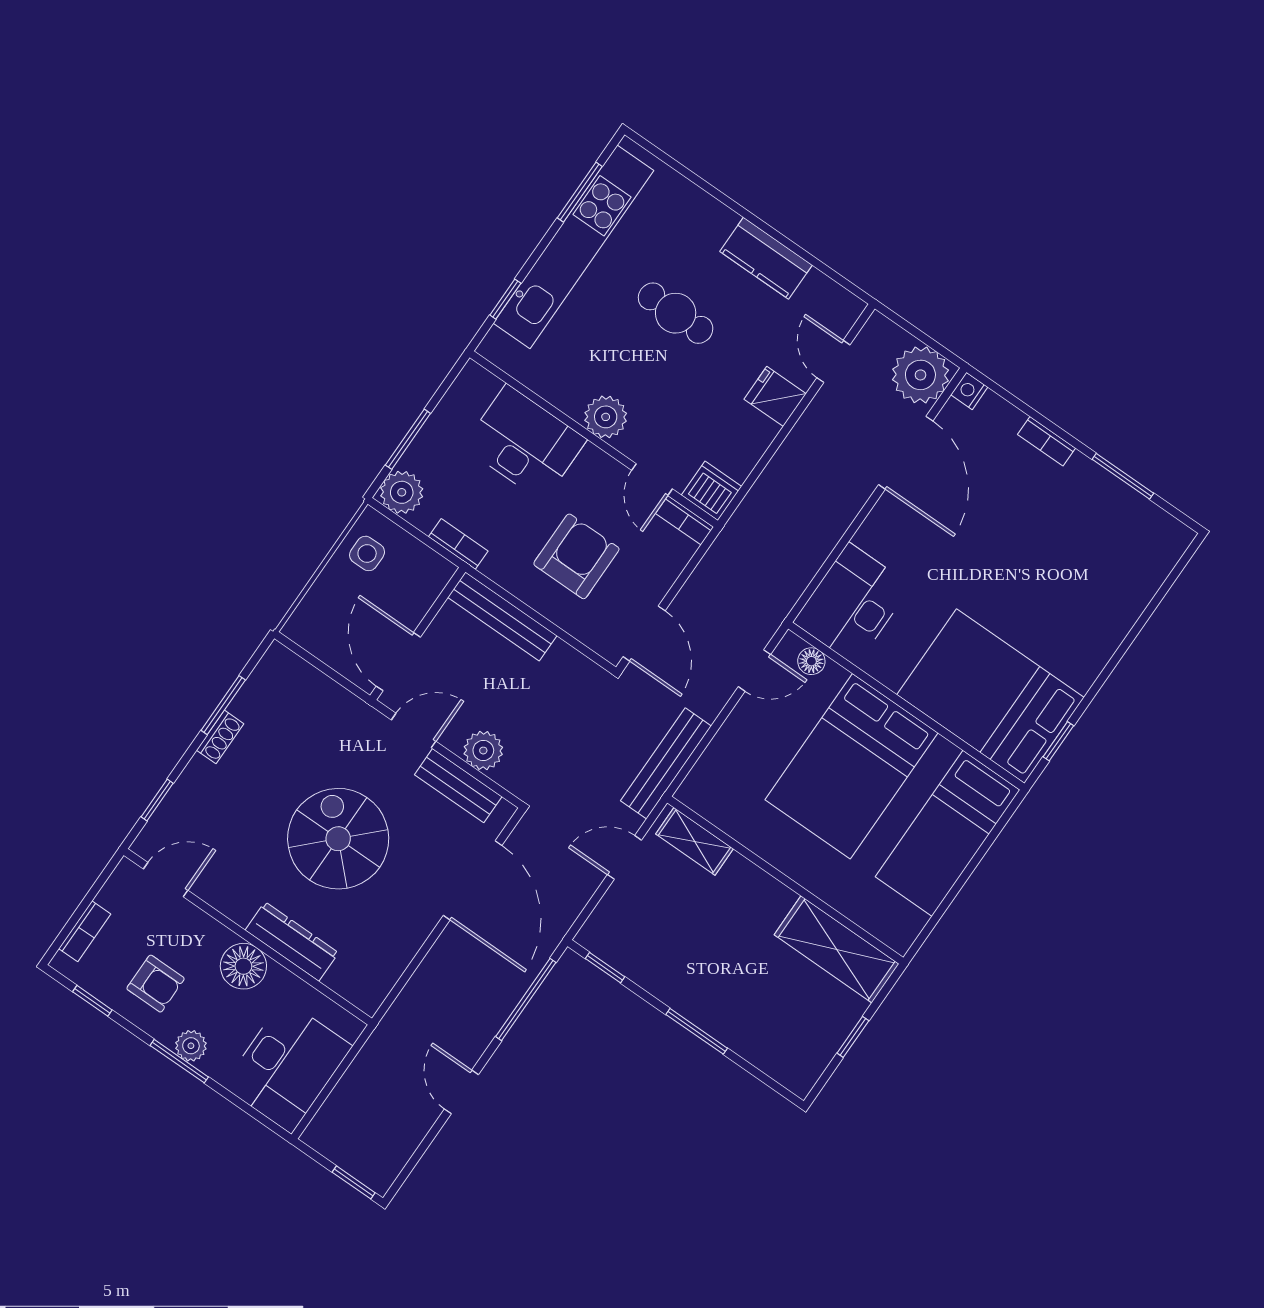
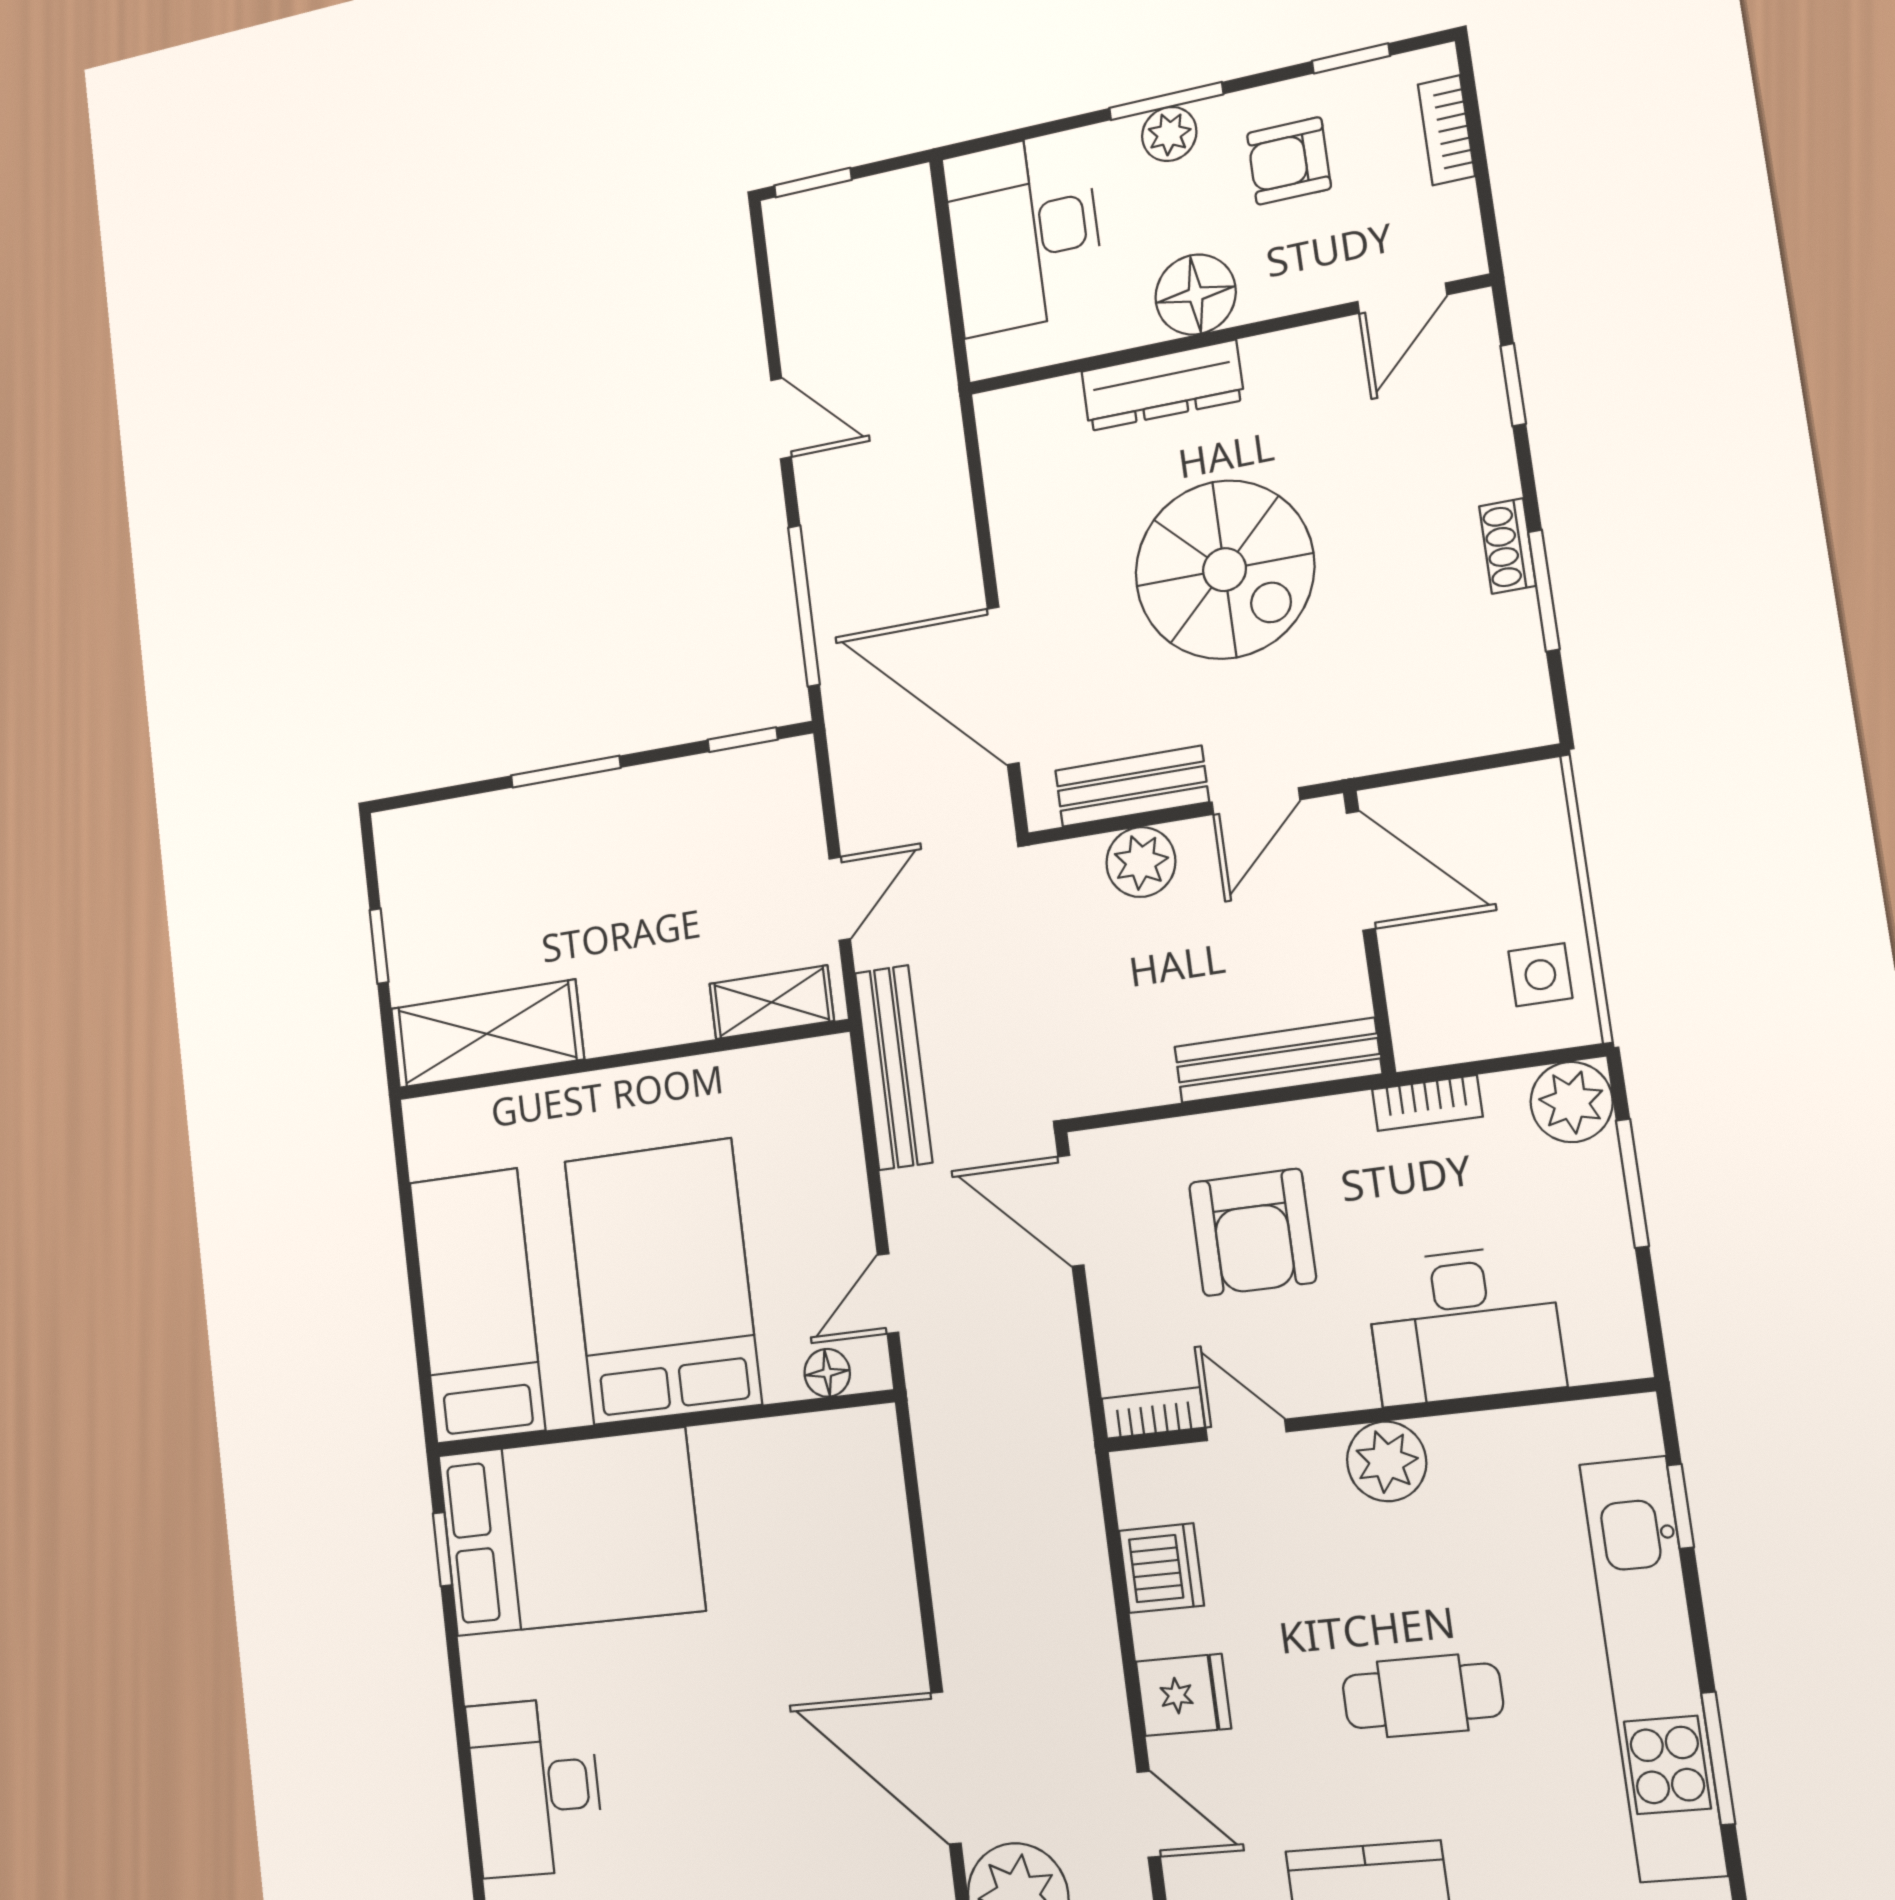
dishwasher: (712, 491) -> (1161, 1568), moved, turned -90
desk: (852, 604) -> (535, 1787), moved, turned 180

